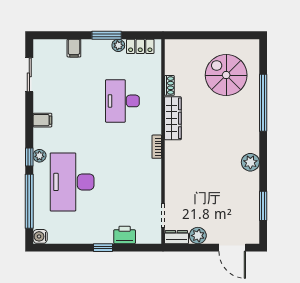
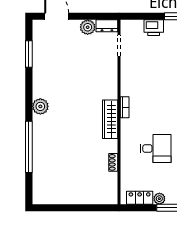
spiral stairs: (226, 75) -> (62, 172), removed
desk: (122, 101) -> (156, 148), width x0.73
wardrobe: (173, 118) -> (110, 119), moved
plant: (250, 162) -> (40, 106), moved

